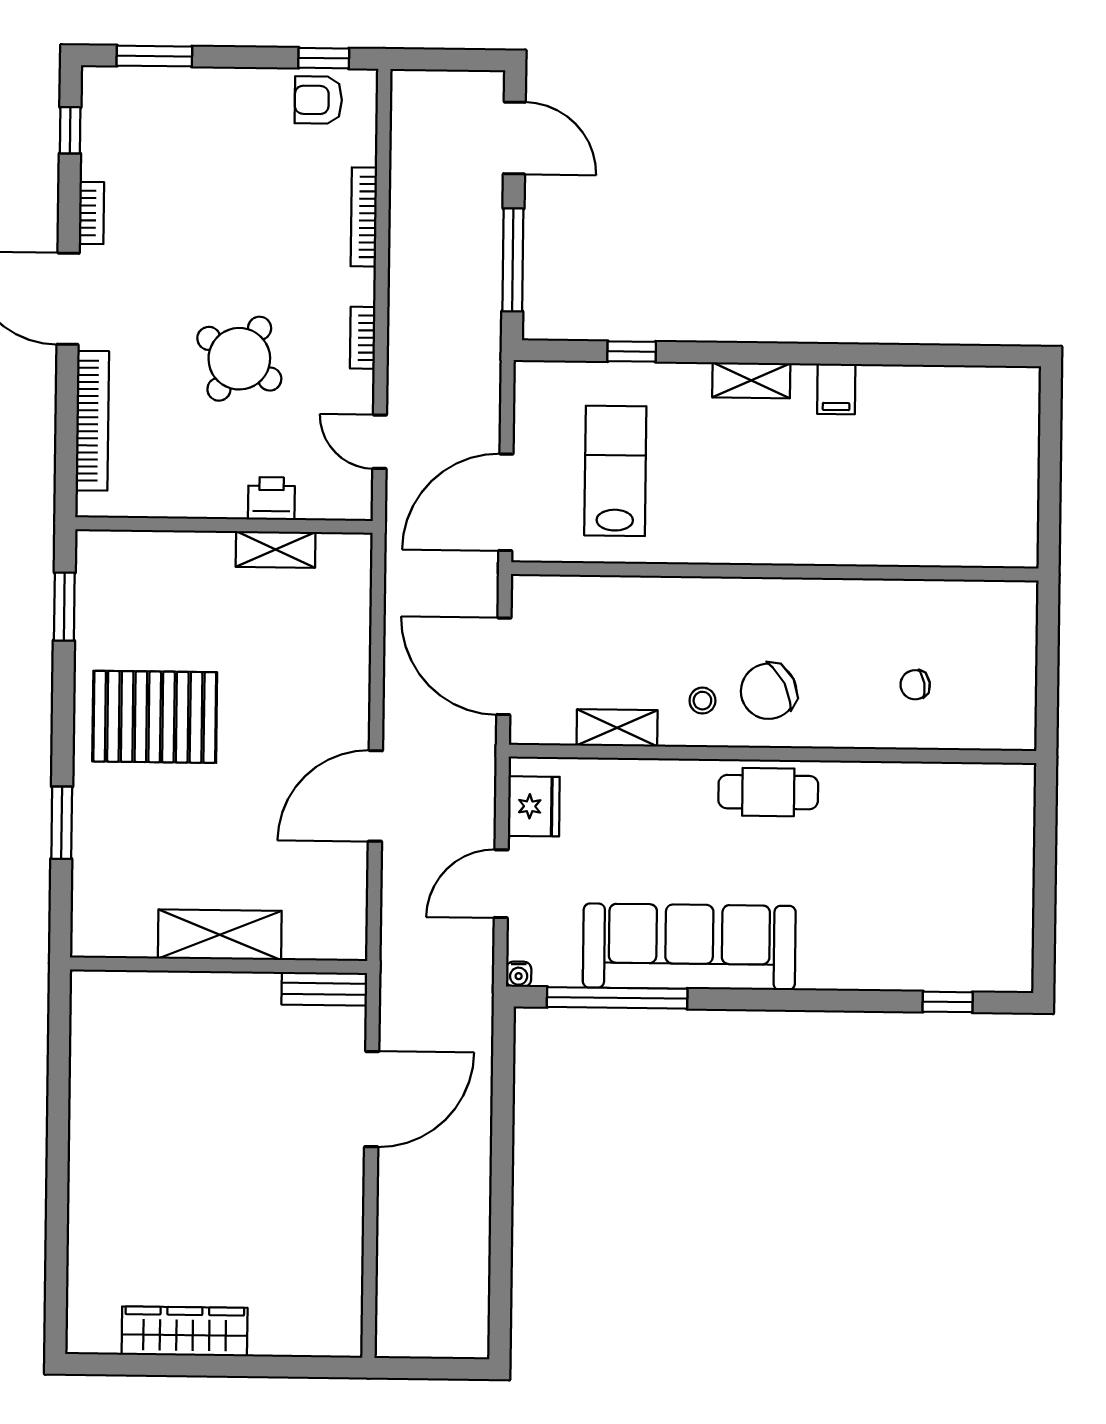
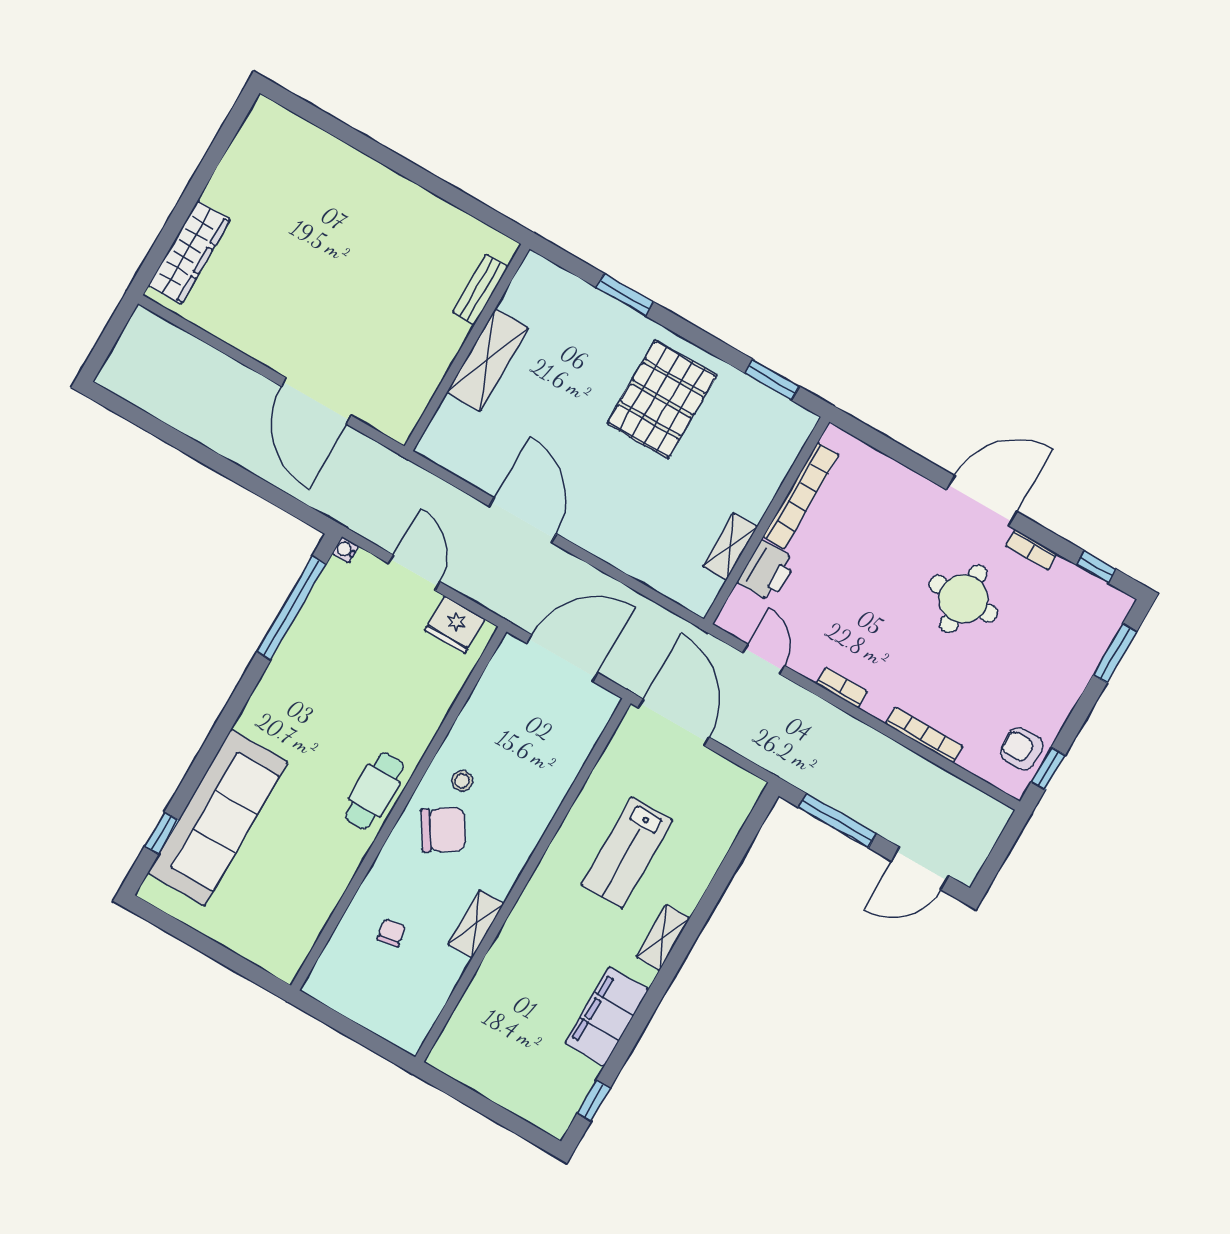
armchair: (318, 100) -> (1022, 749), turned -90
window: (632, 351) -> (594, 1101), moved
round table: (239, 359) -> (963, 599), moved, turned -33
filing cabinet: (836, 389) -> (607, 1016), width x3.00, depth x1.17
bookcase: (92, 421) -> (801, 496), moved, turned -90
door: (380, 442) -> (764, 659), hinge flipped
lab bench: (615, 471) -> (627, 853), moved, turned 90
printer: (271, 498) -> (767, 571), width x1.36, depth x1.24
chair: (769, 691) -> (443, 830), turned 85
shelving: (617, 728) -> (476, 924), moved
sofa: (689, 947) -> (218, 817), moved
bench: (324, 989) -> (480, 290), moved
wardrobe: (185, 1331) -> (189, 253), moved

